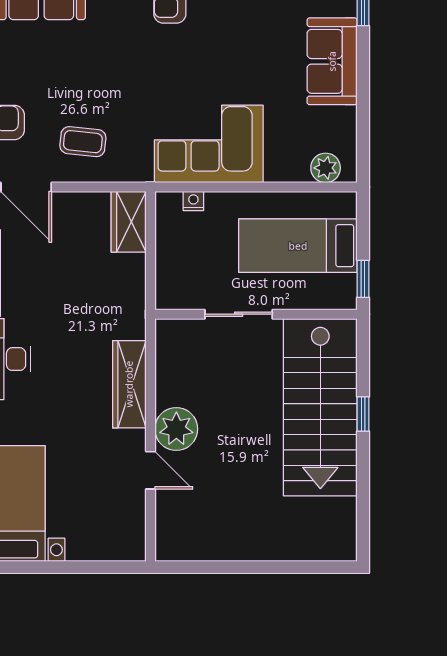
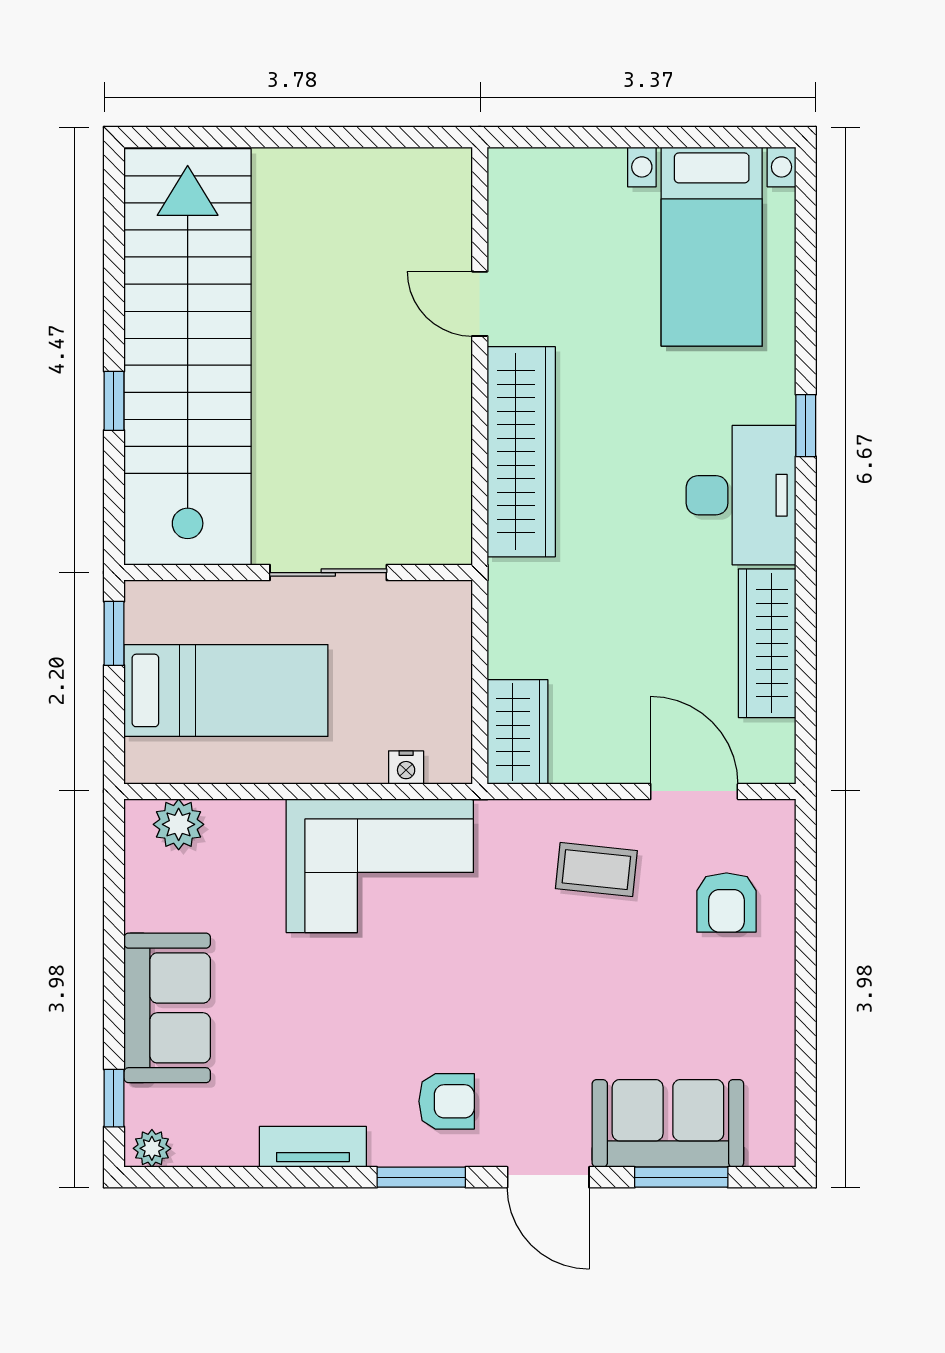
wardrobe: (129, 384) -> (521, 452), width x1.40, depth x1.17
stairs: (320, 407) -> (188, 357), width x1.36
plant: (176, 429) -> (435, 375), removed

